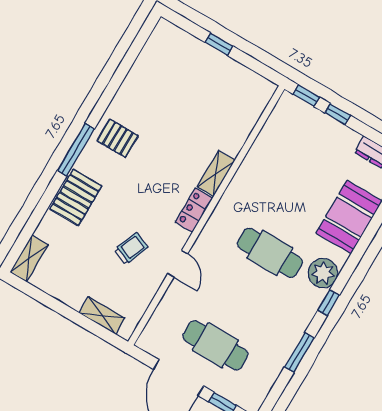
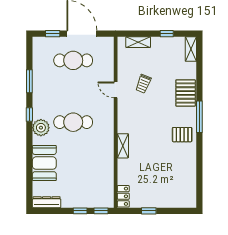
window: (219, 44) -> (149, 211), moved
locker: (194, 210) -> (123, 196), moved
window: (52, 303) -> (167, 34), added

